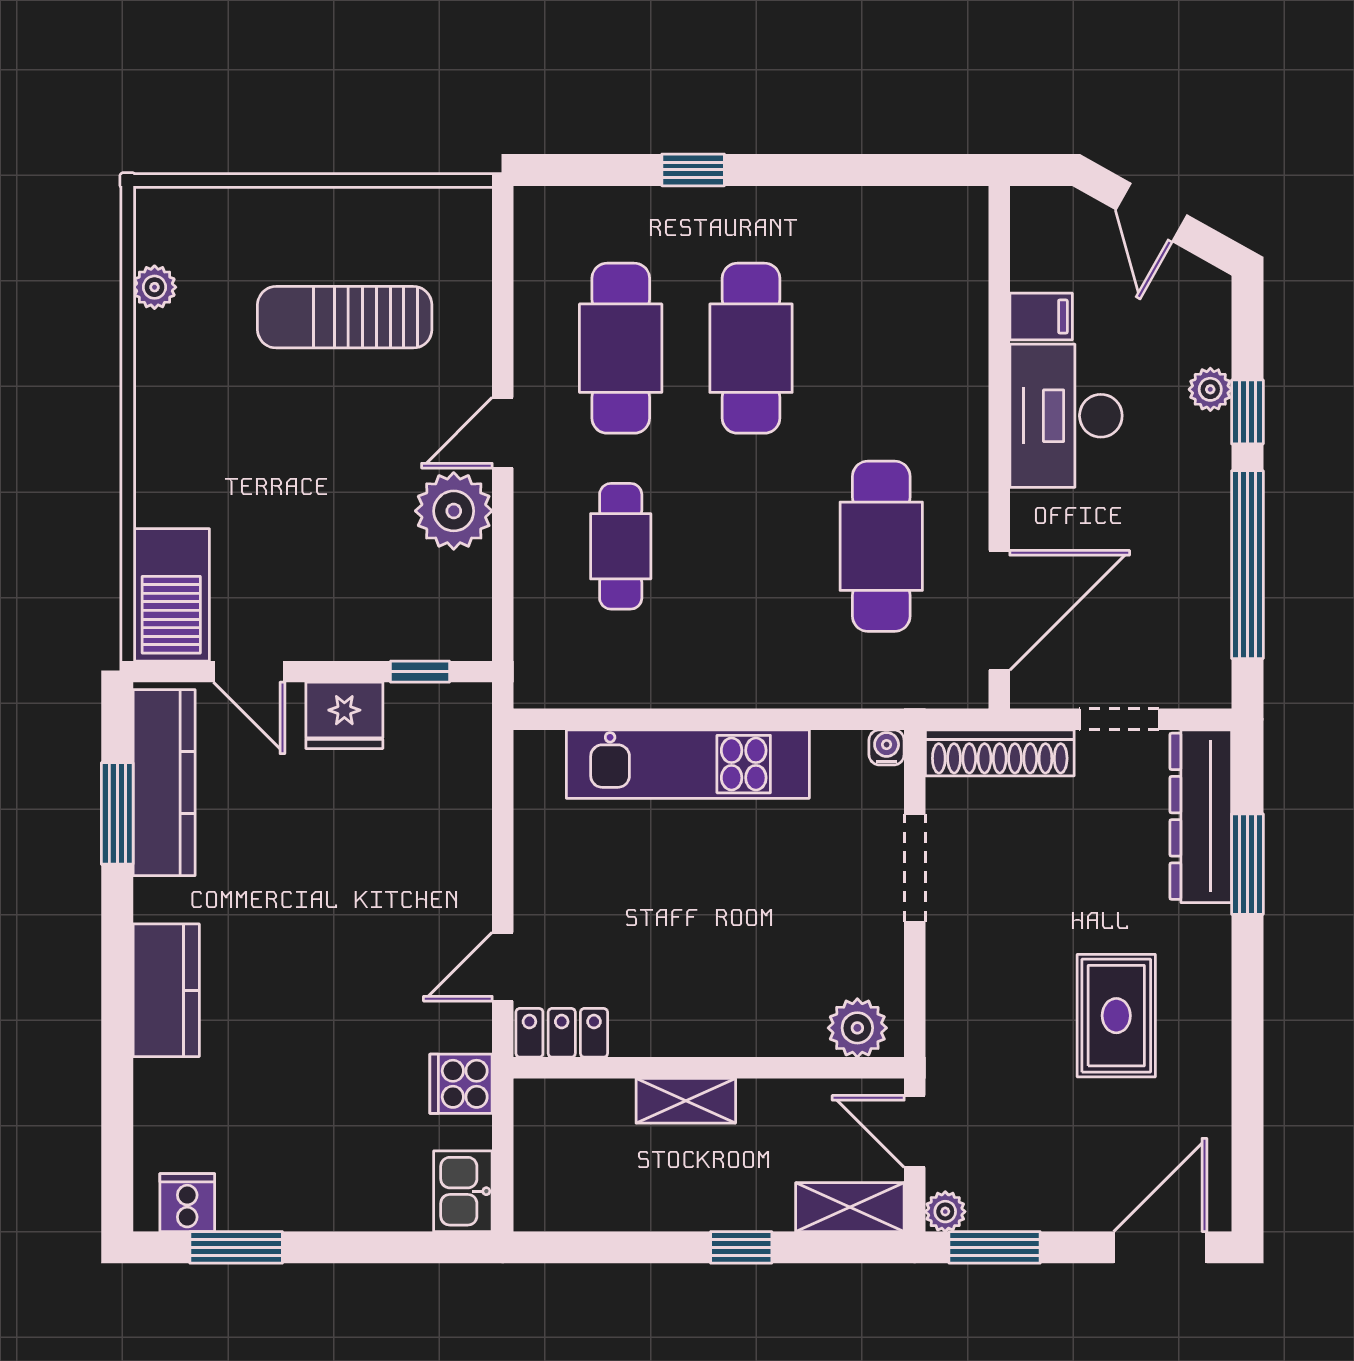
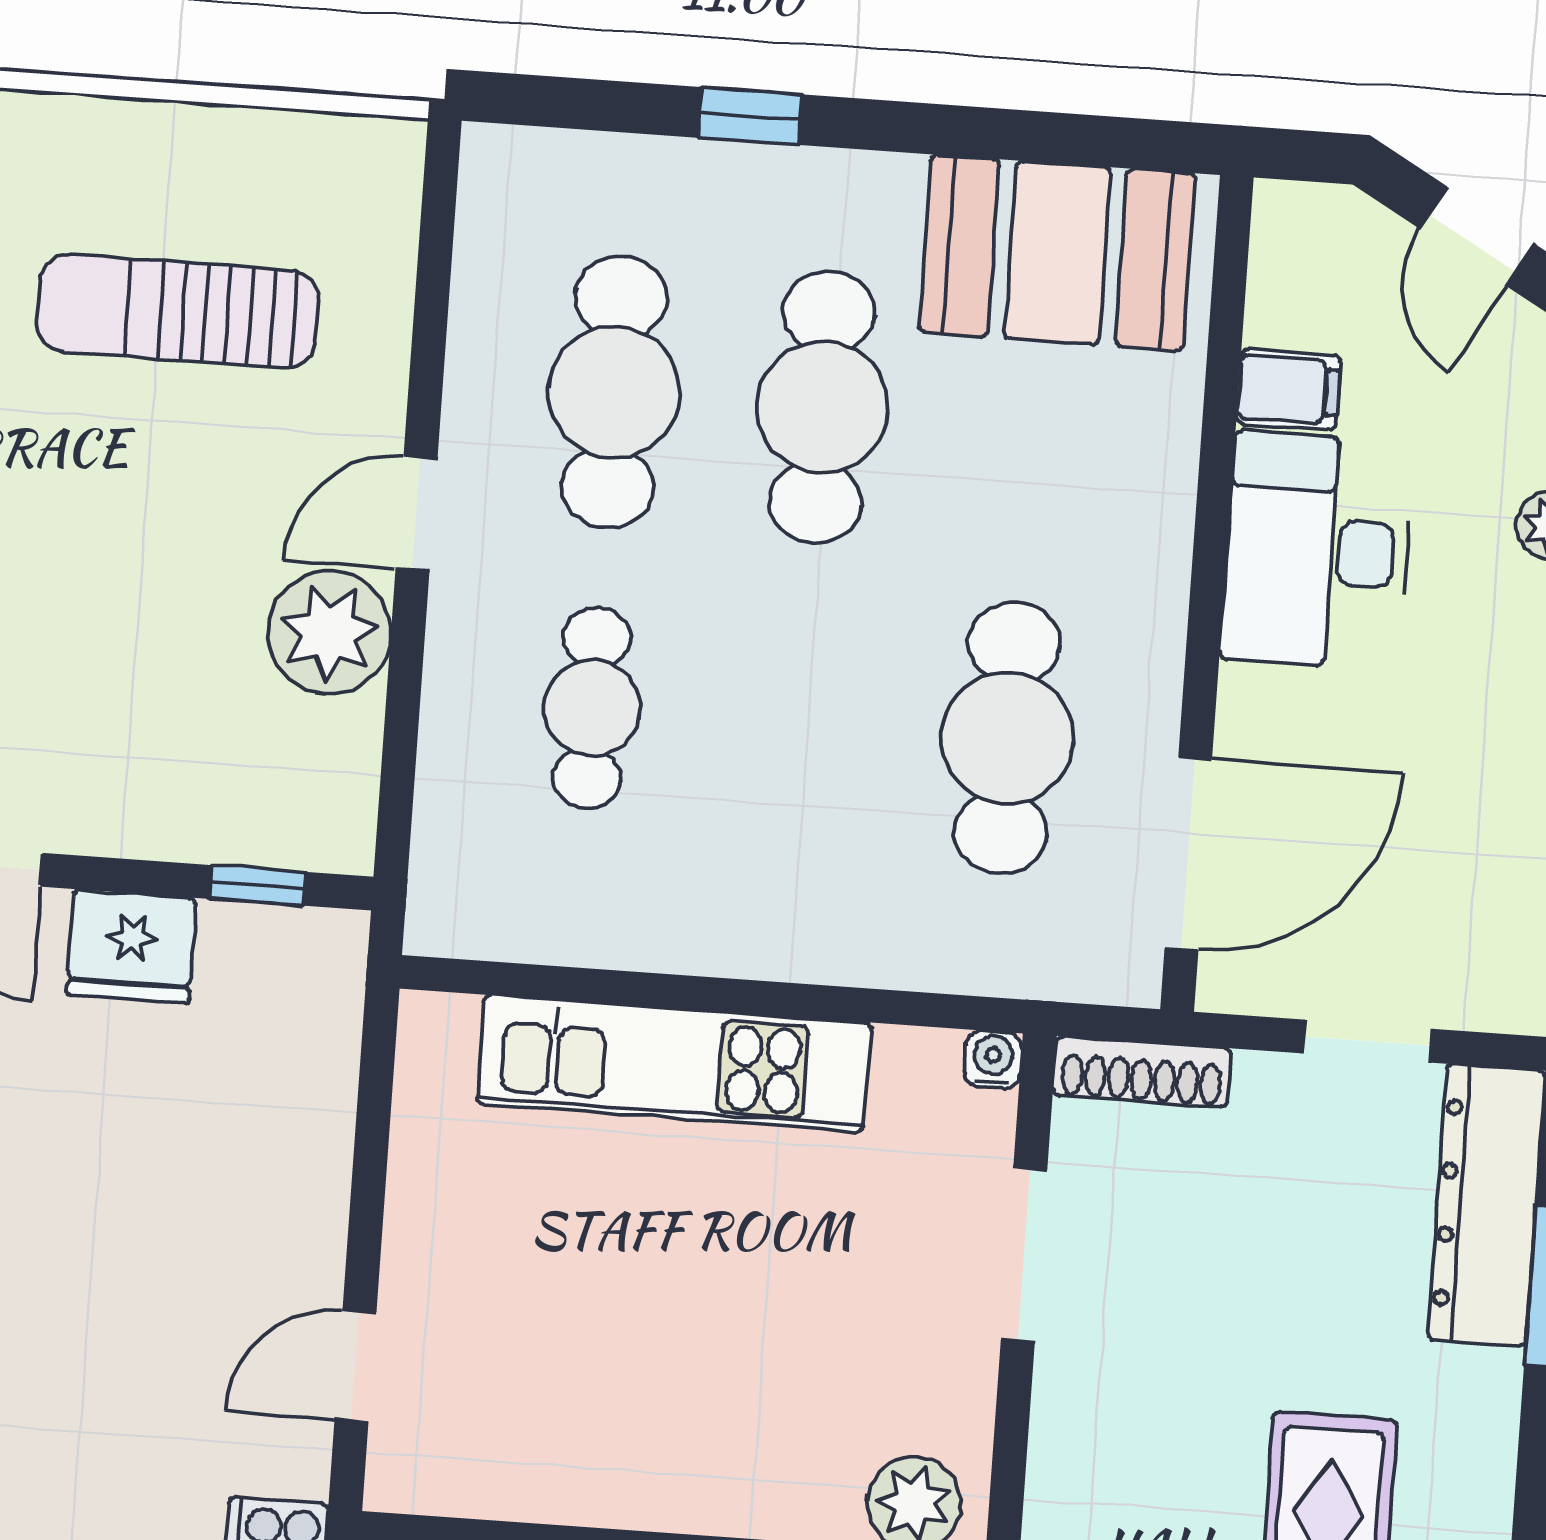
booth: (891, 242) -> (1057, 253), added
shoe rack: (1000, 753) -> (1142, 1072), width x0.74, depth x0.81
locker: (562, 1033) -> (442, 1478), removed

